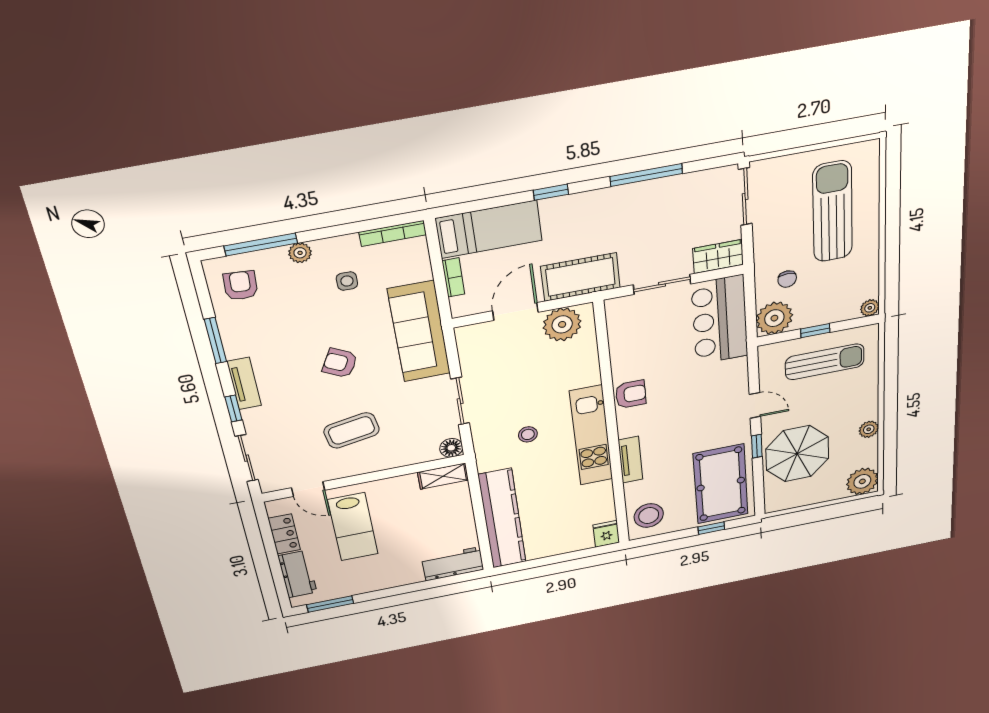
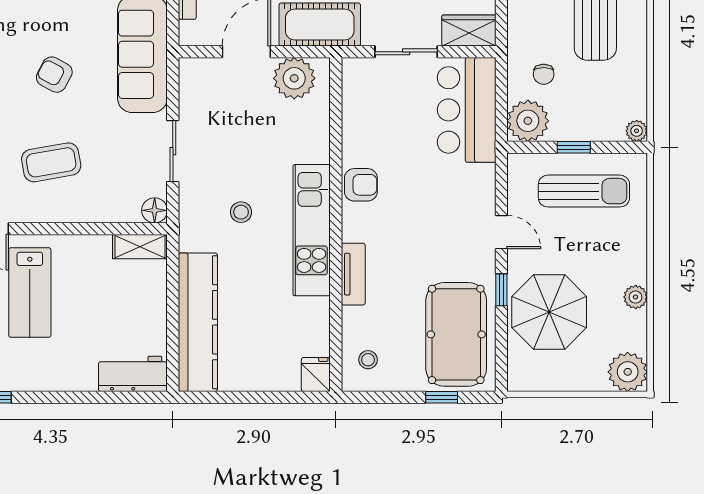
stool: (649, 516) -> (368, 360), width x0.53, depth x0.53

